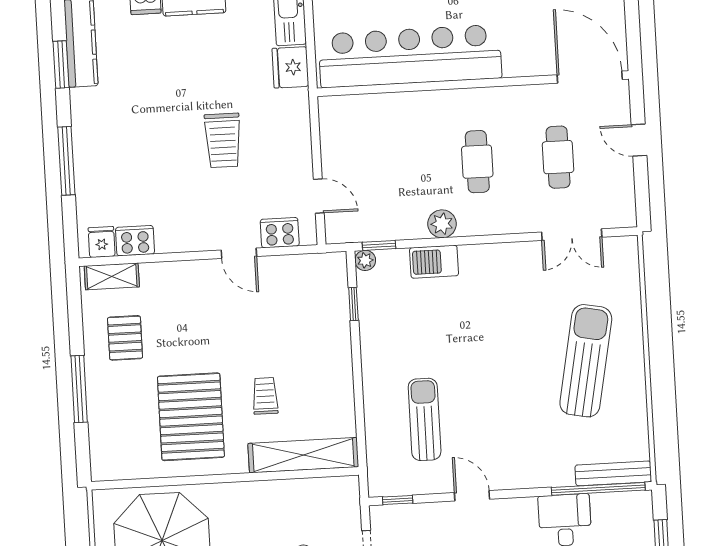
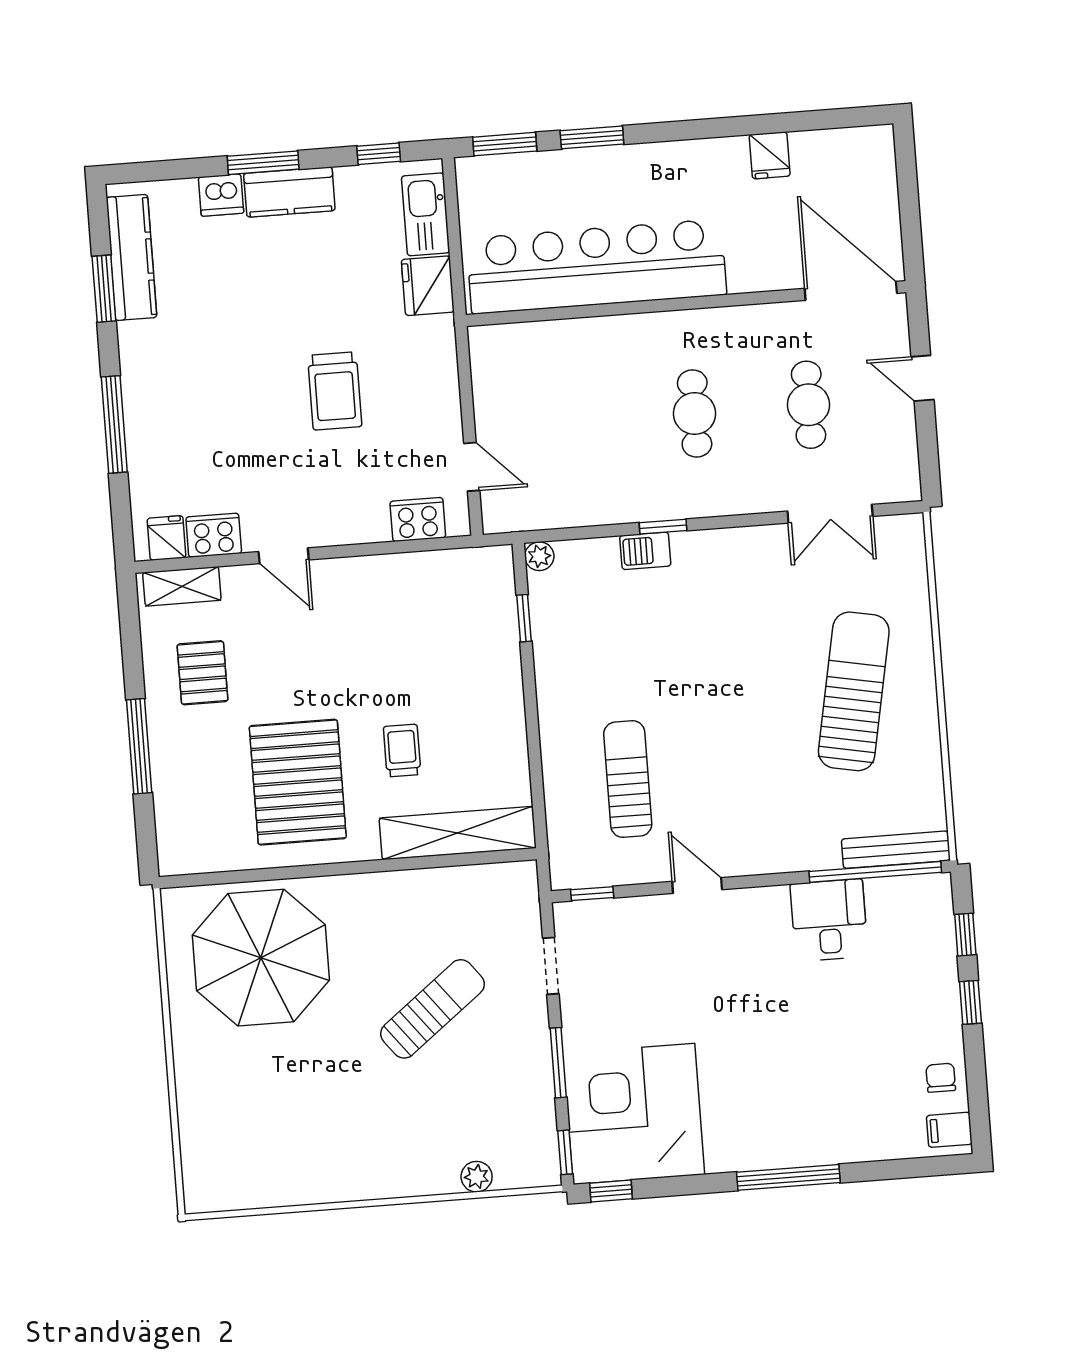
plant: (442, 224) -> (647, 502), removed
window: (379, 245) -> (663, 527), moved
door: (239, 253) -> (284, 556), moved
barbecue: (434, 262) -> (645, 551), width x0.73, depth x0.79

